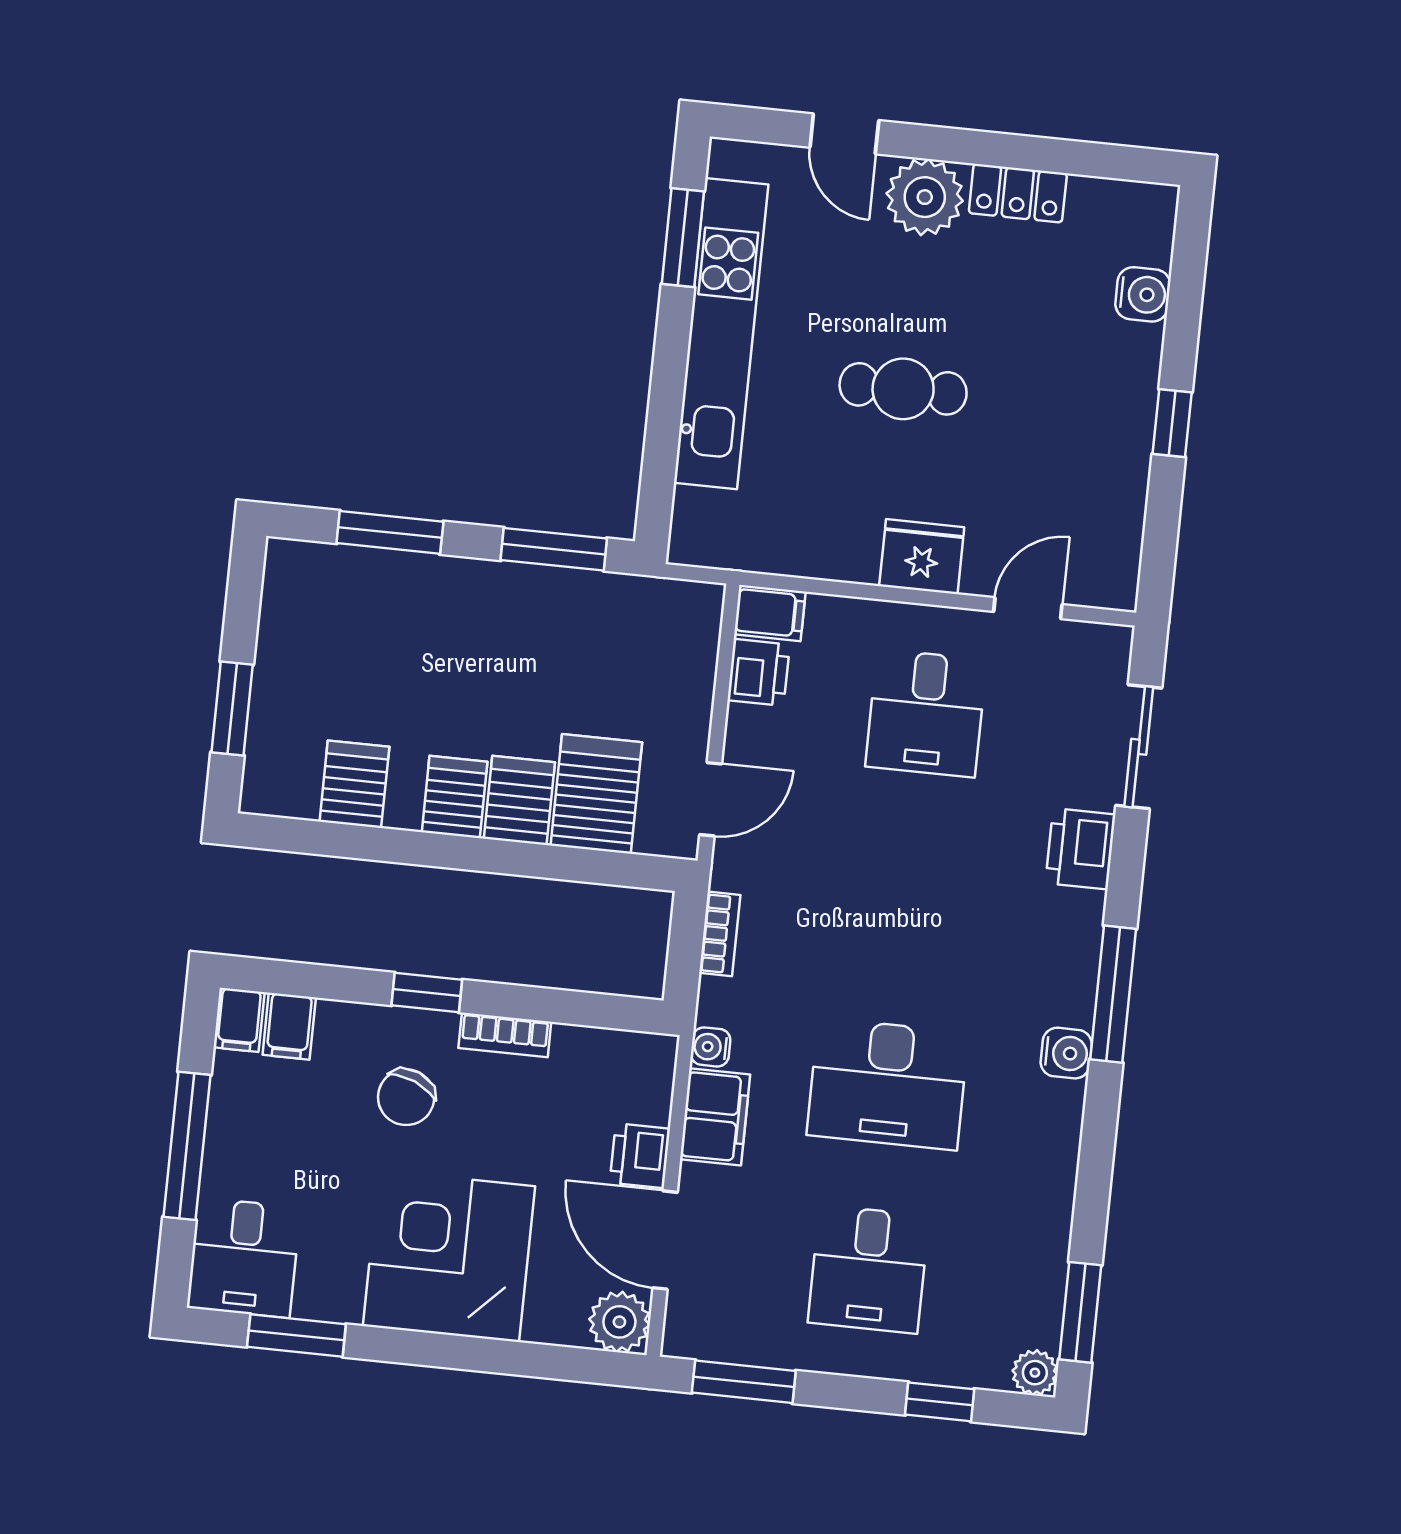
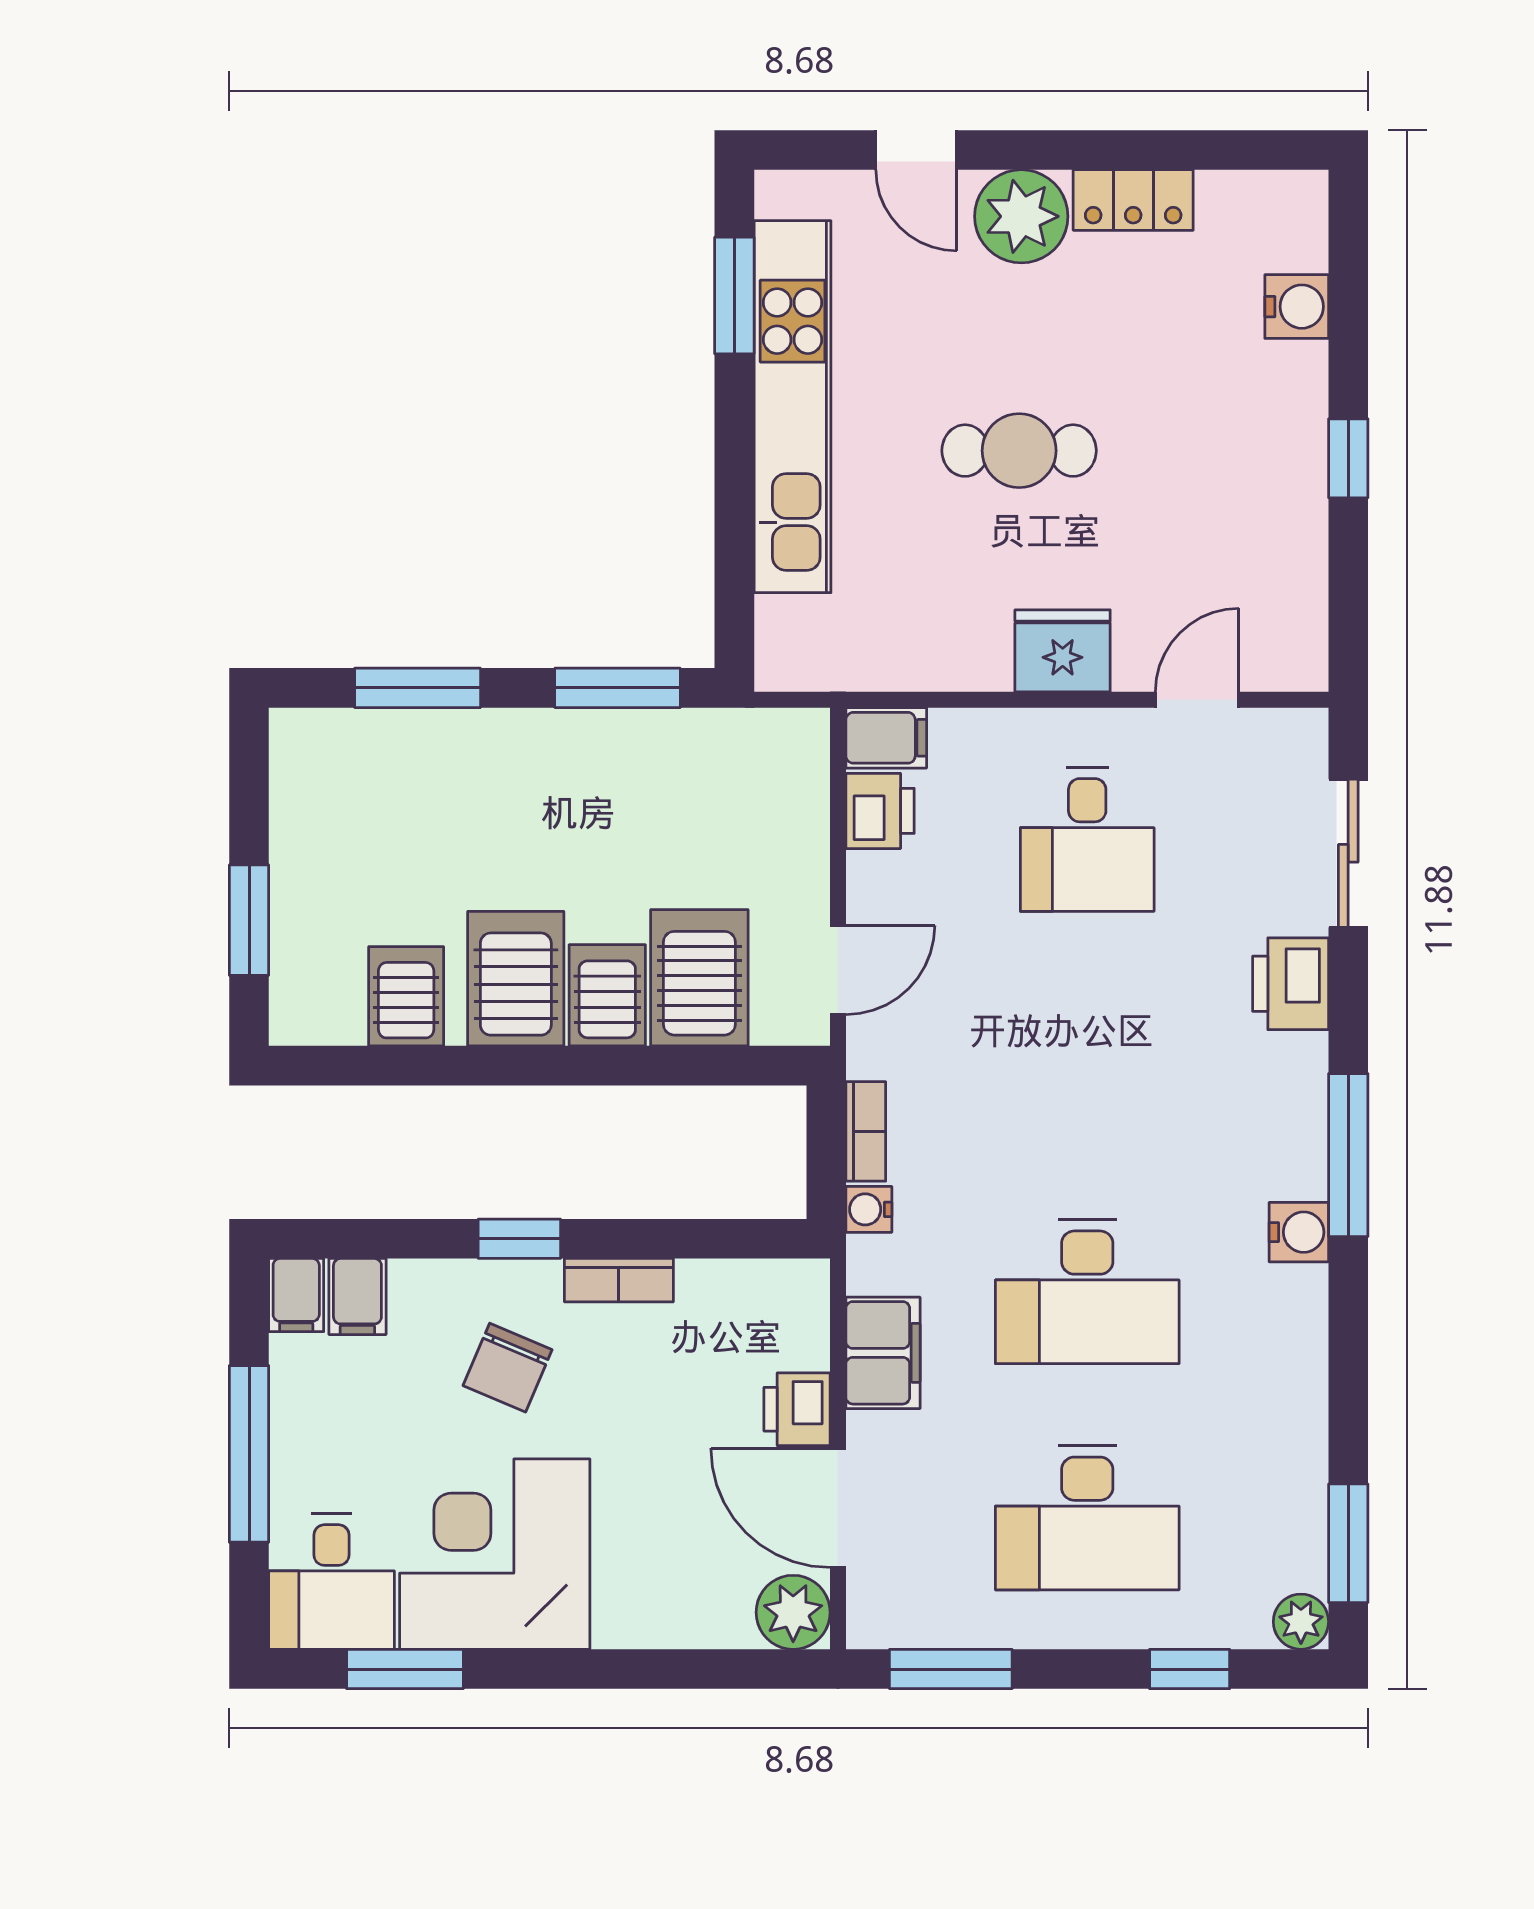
server rack: (455, 797) -> (516, 979), width x1.36, depth x1.44
water cooler: (711, 1047) -> (869, 1209), moved
corner desk: (449, 1256) -> (495, 1554), moved
desk: (869, 1269) -> (1087, 1518), width x1.37

